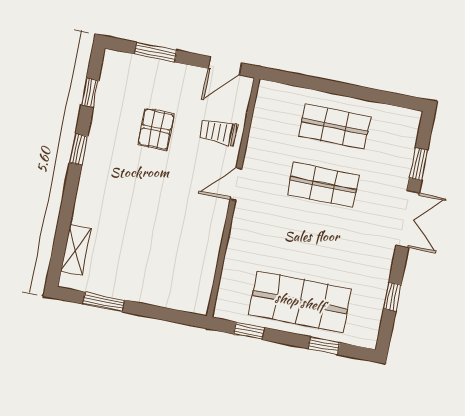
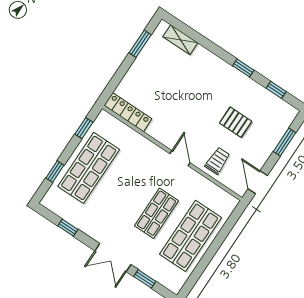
shop shelf: (335, 126) -> (190, 236), width x1.43, depth x1.36
locker: (203, 280) -> (128, 112), added

